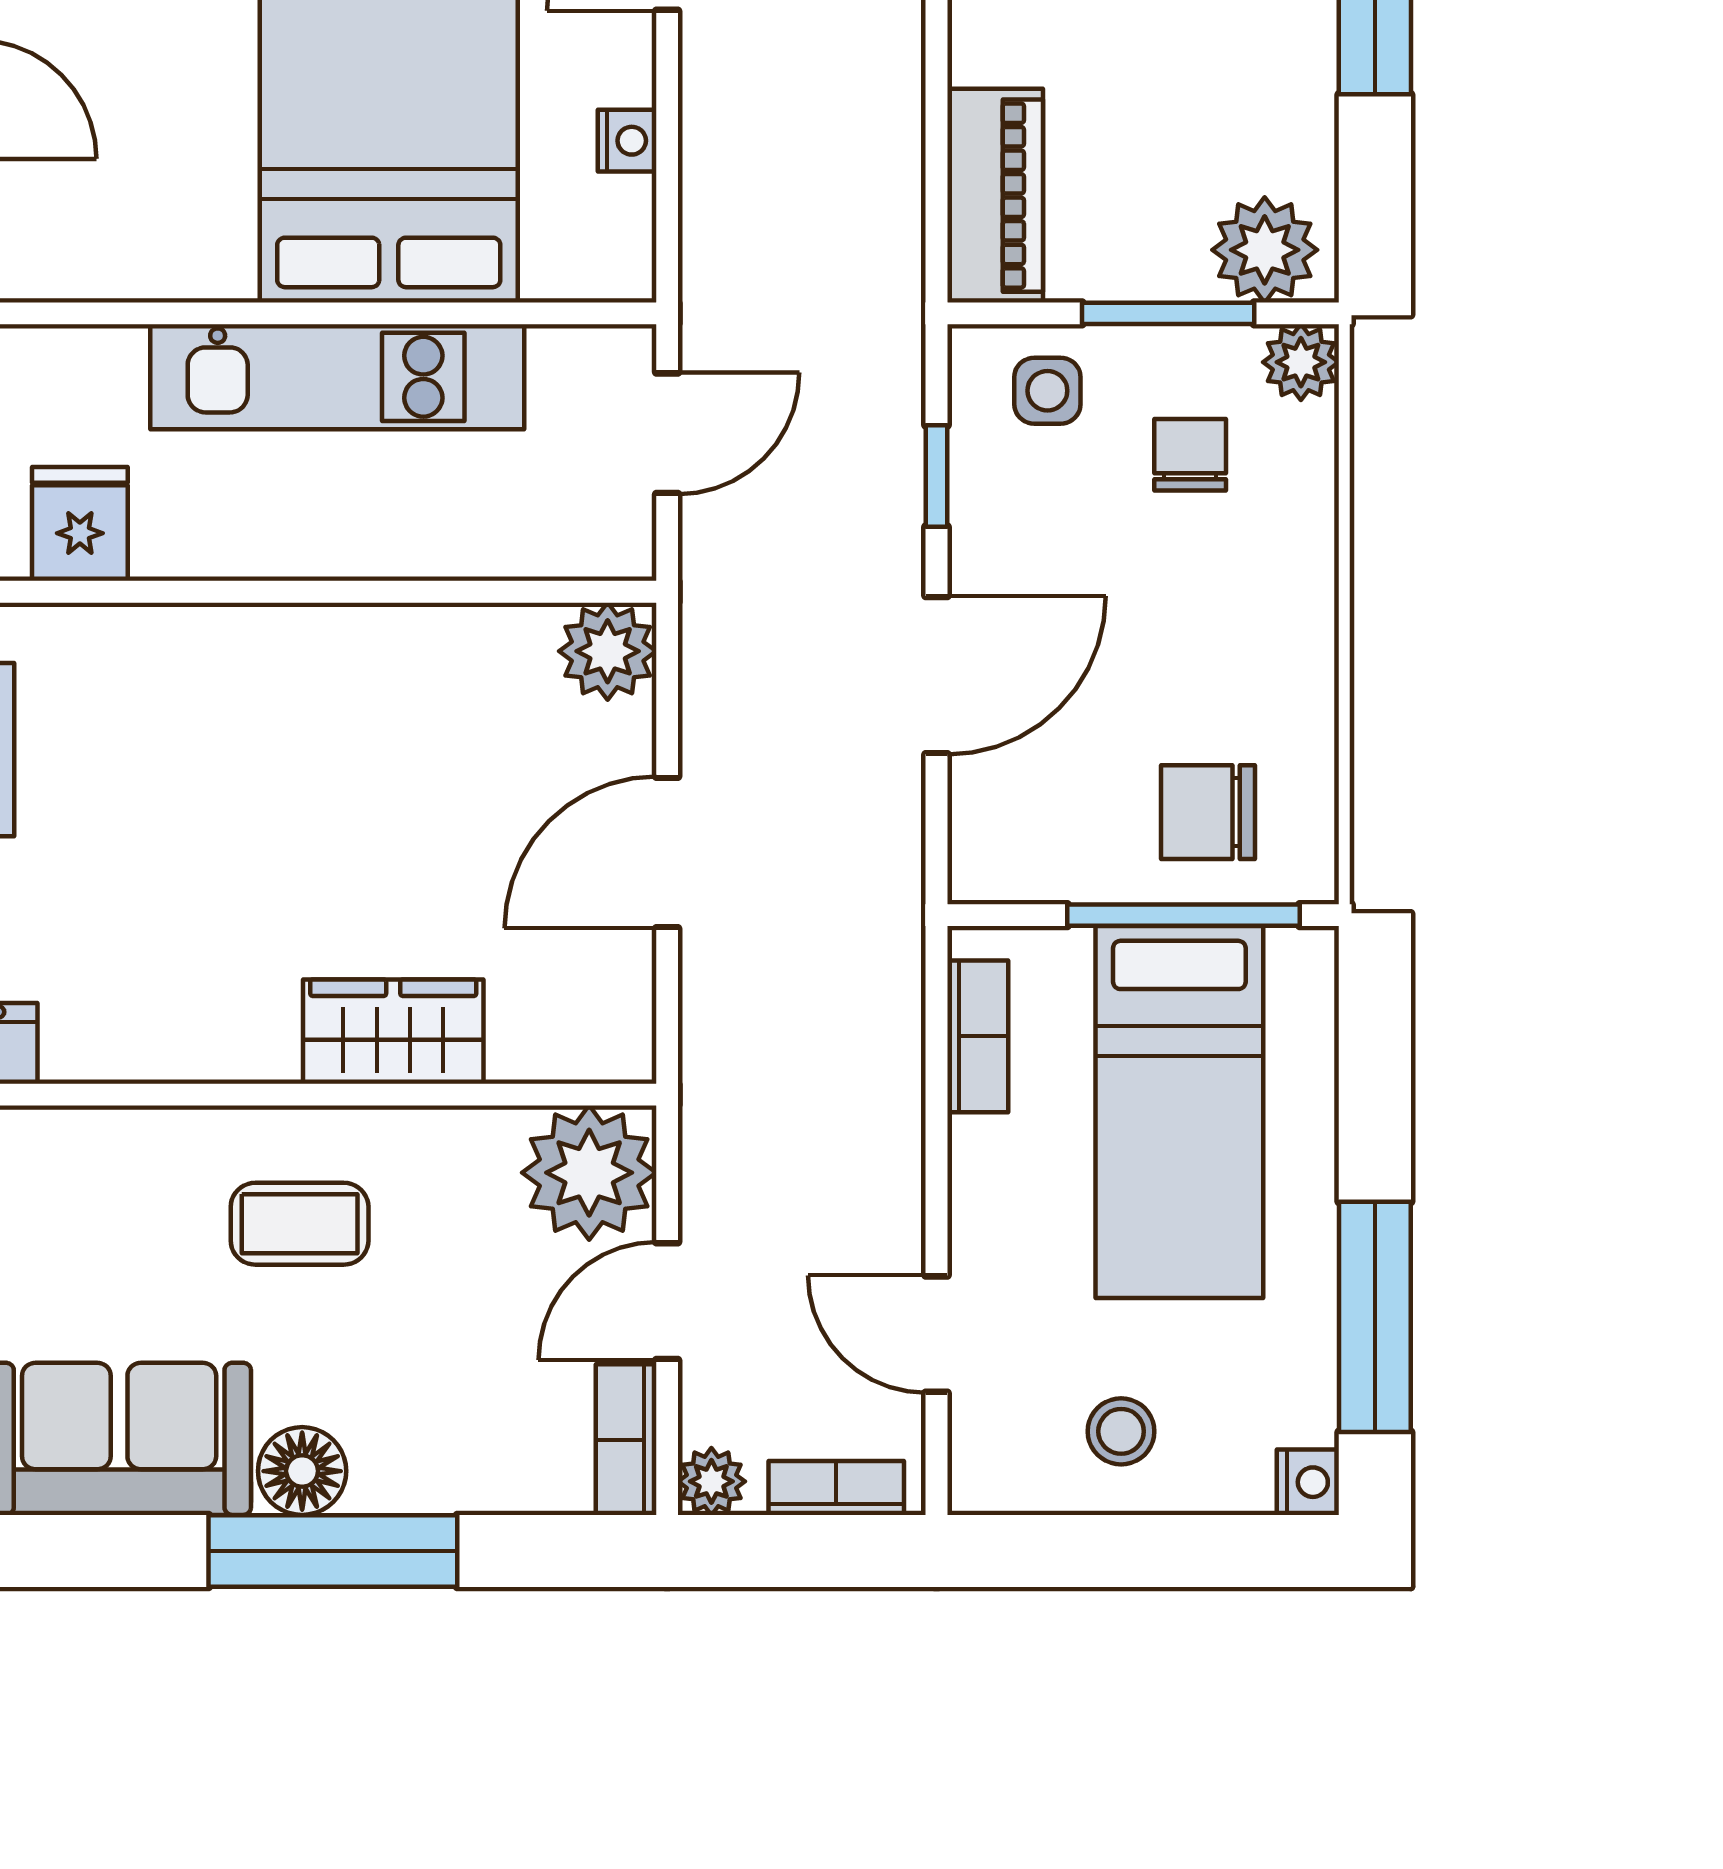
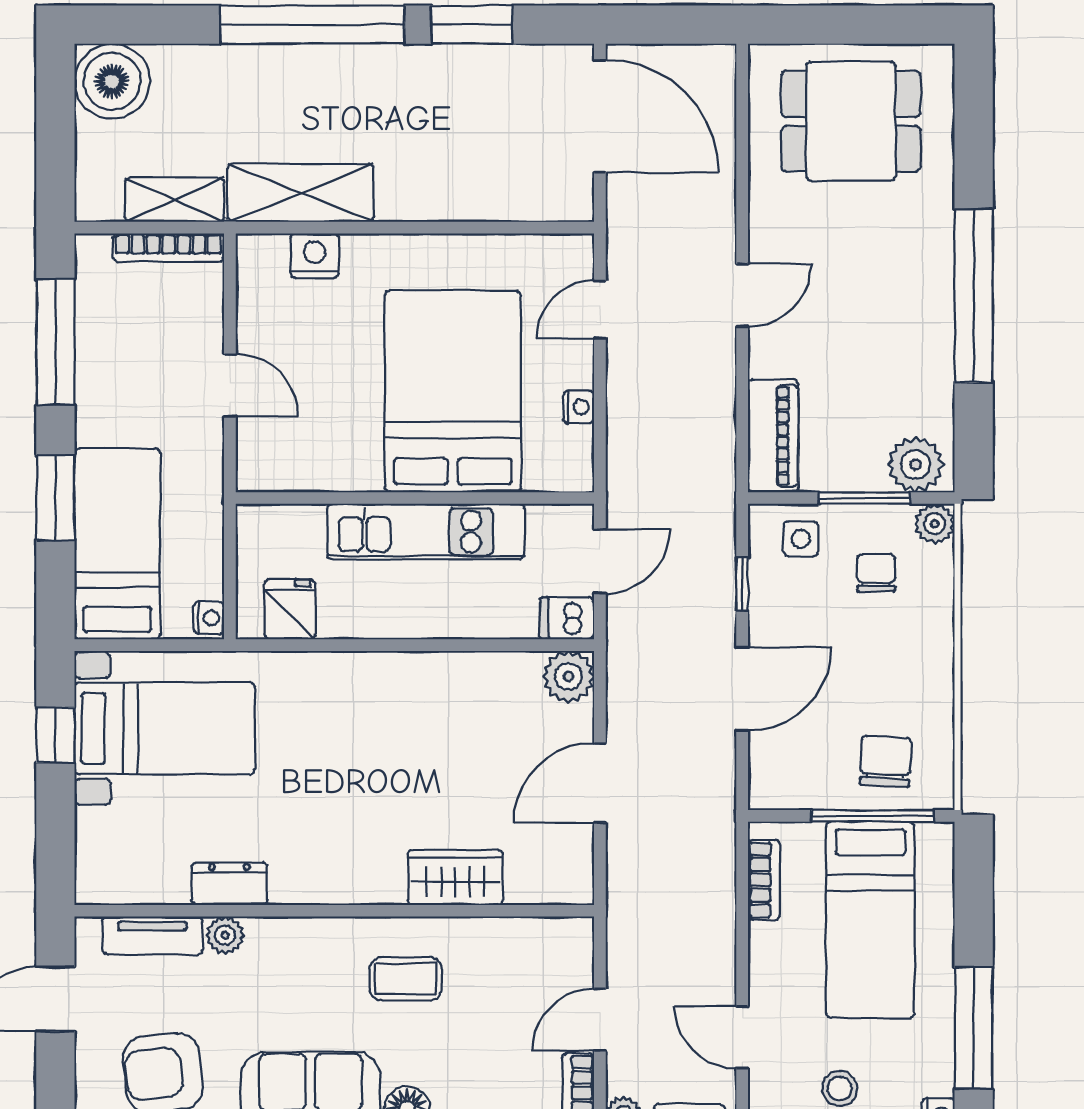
dishwasher: (605, 541) -> (567, 618), added
chair: (1208, 812) -> (886, 761), turned 93
plant: (589, 1173) -> (559, 952), removed

